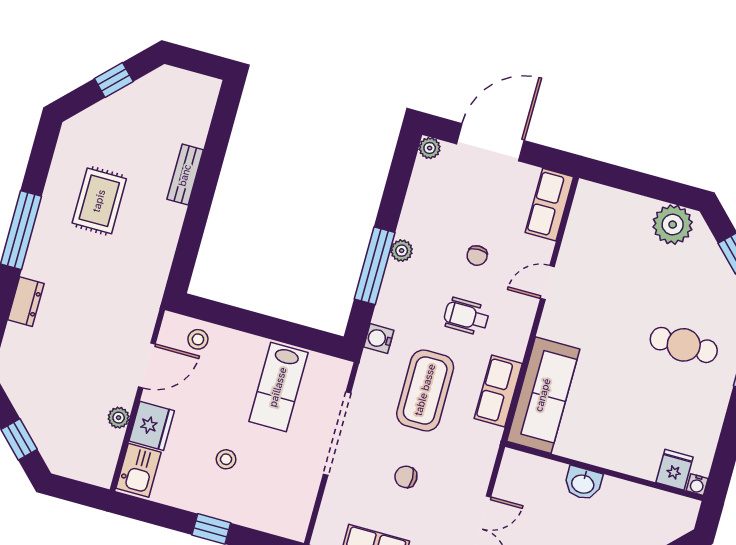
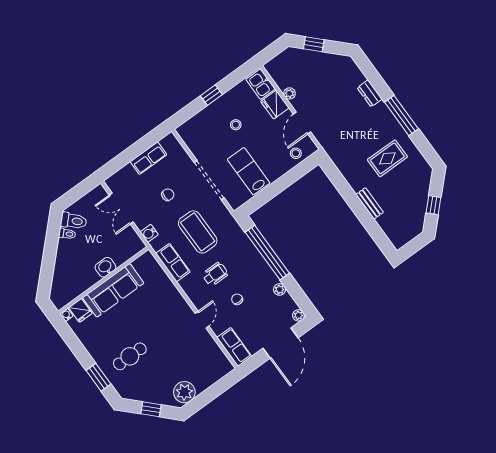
rug: (99, 201) -> (387, 158), turned 90
plant: (402, 251) -> (279, 289), moved
window: (375, 266) -> (267, 253), width x1.46
water cooler: (379, 339) -> (149, 233), moved, turned 180
sofa: (543, 395) -> (113, 290), moved, turned -90

